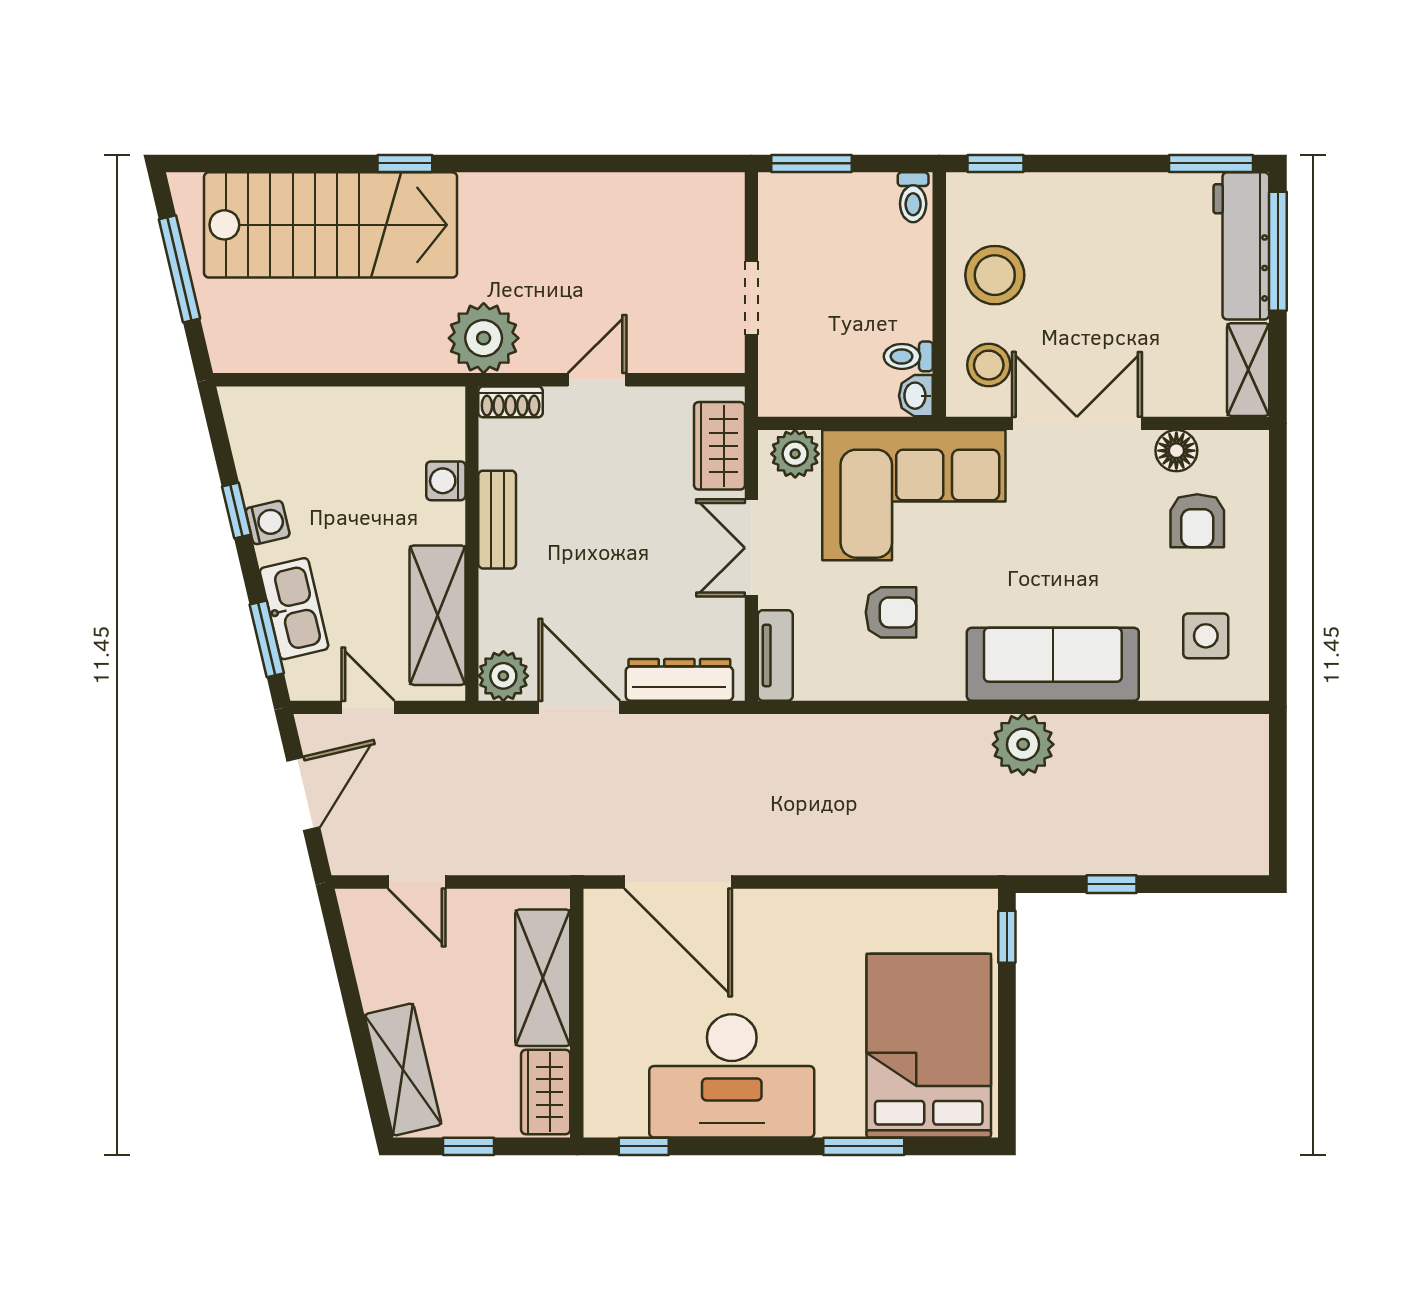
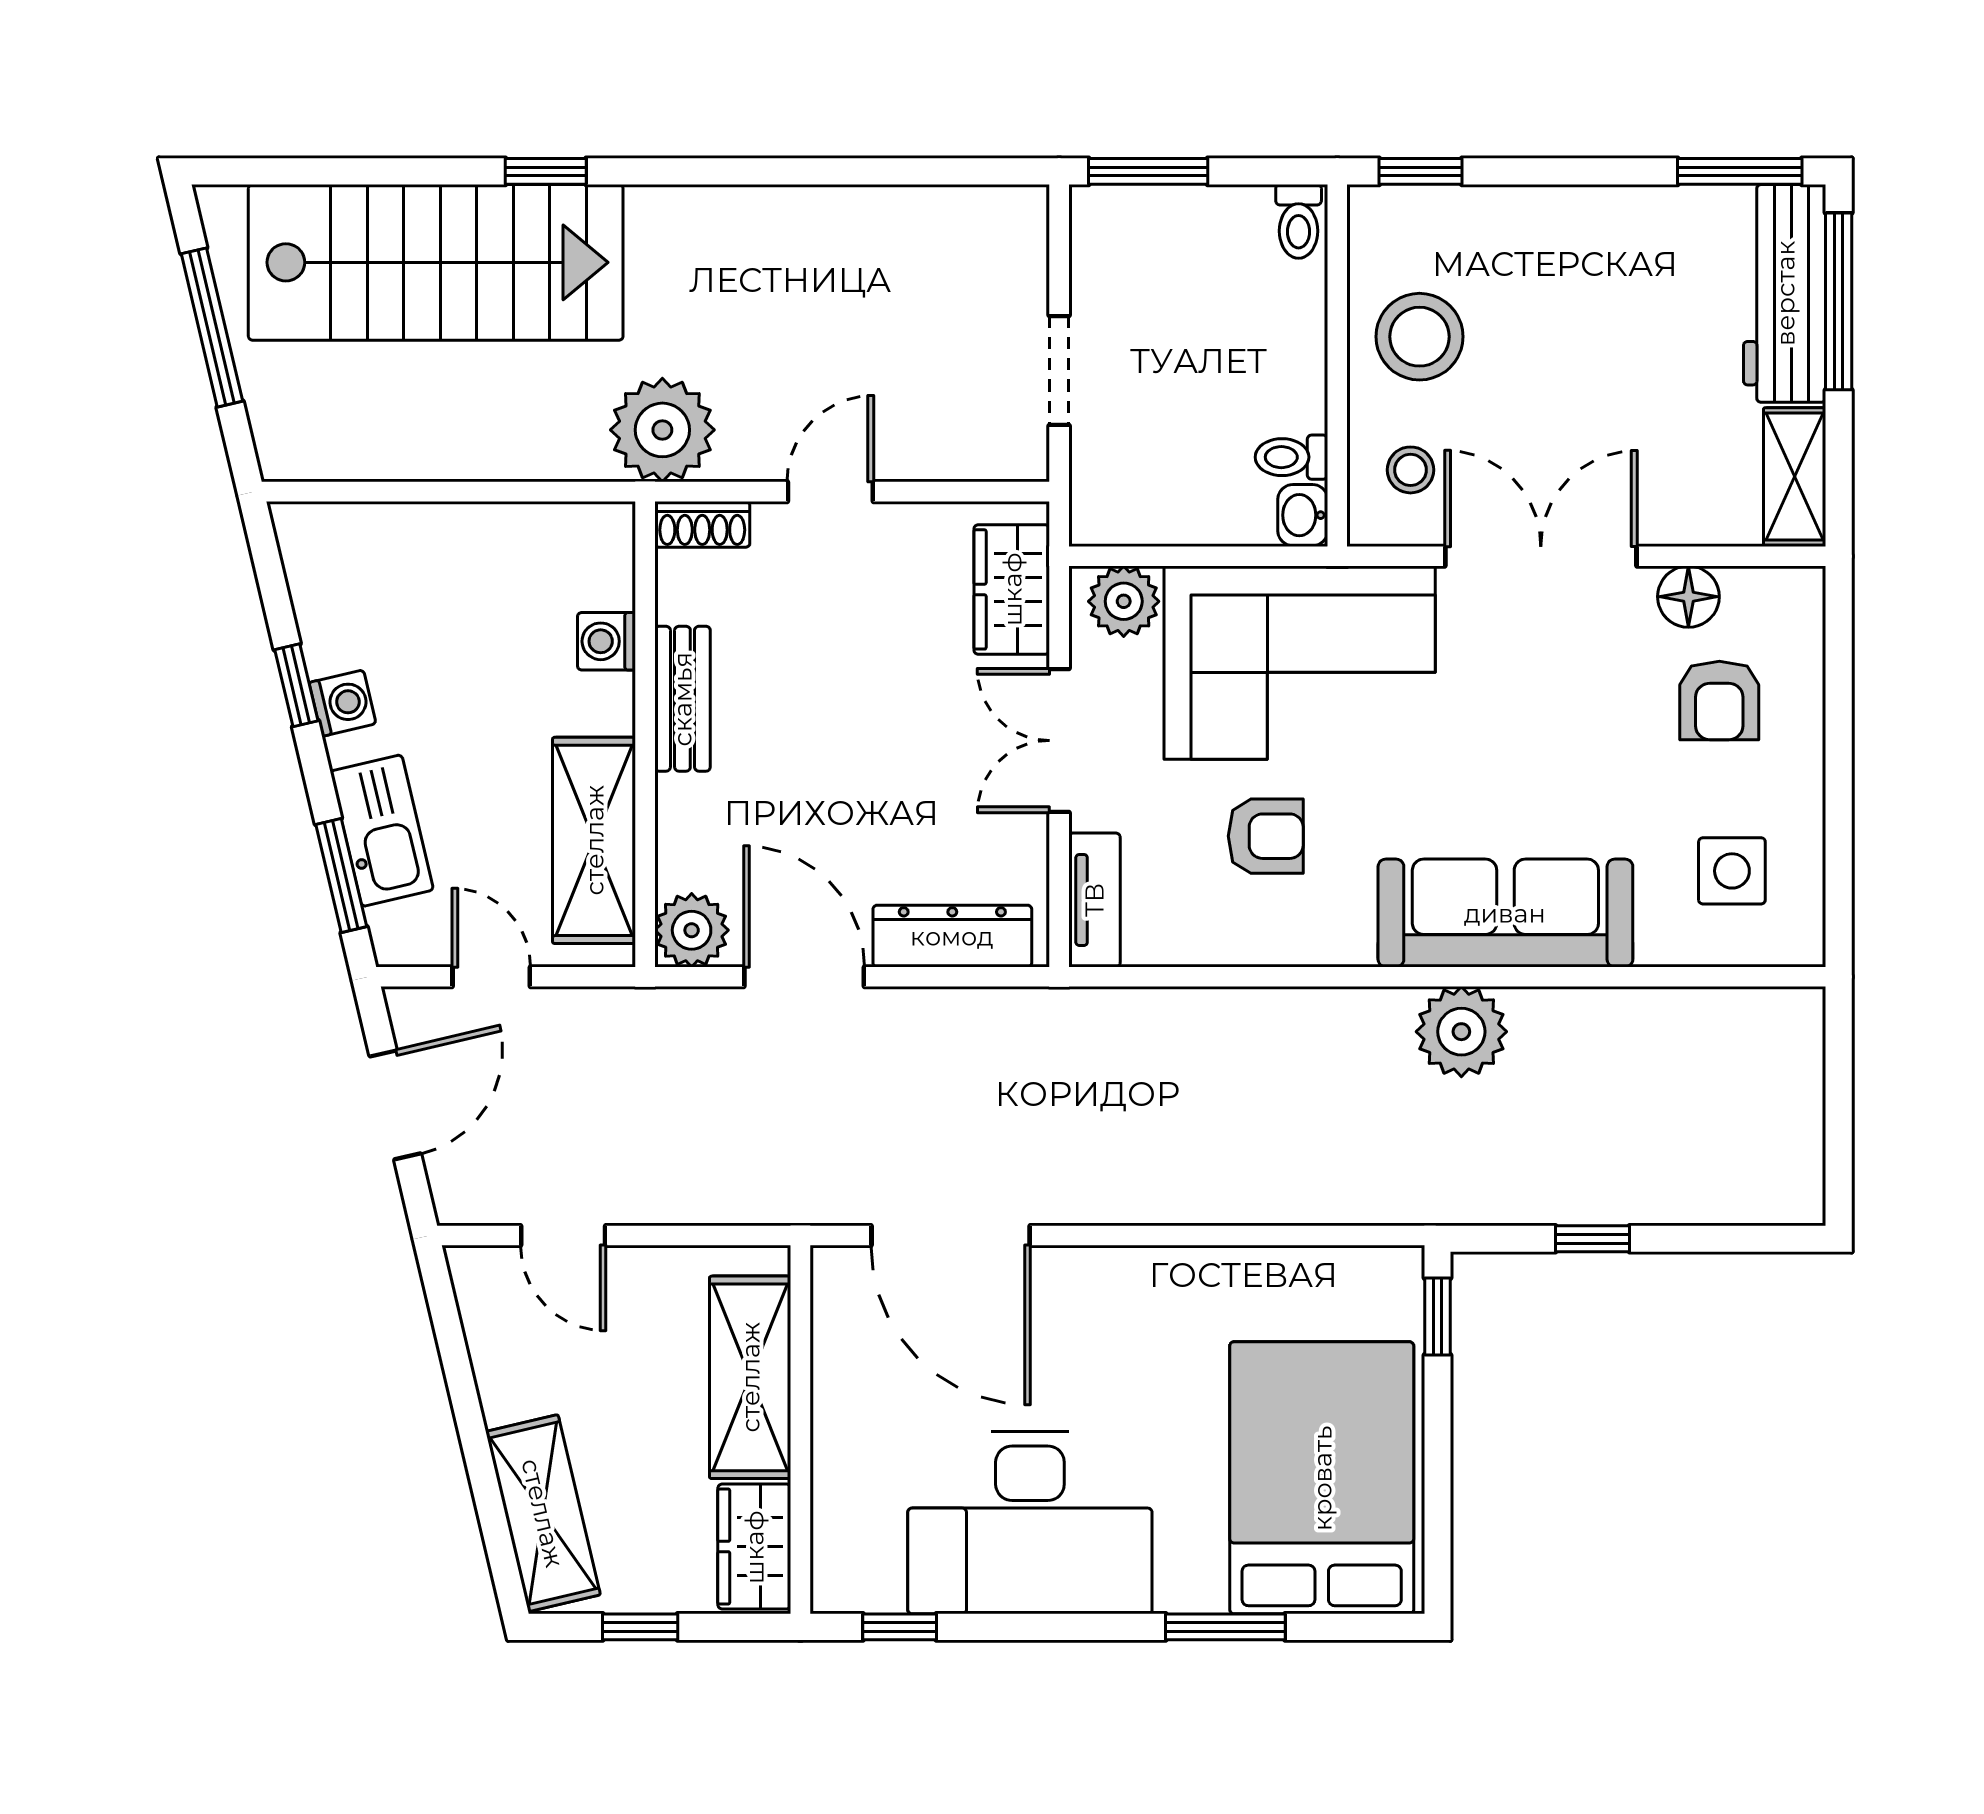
stool: (989, 365) -> (1410, 470), width x0.73, depth x0.73

